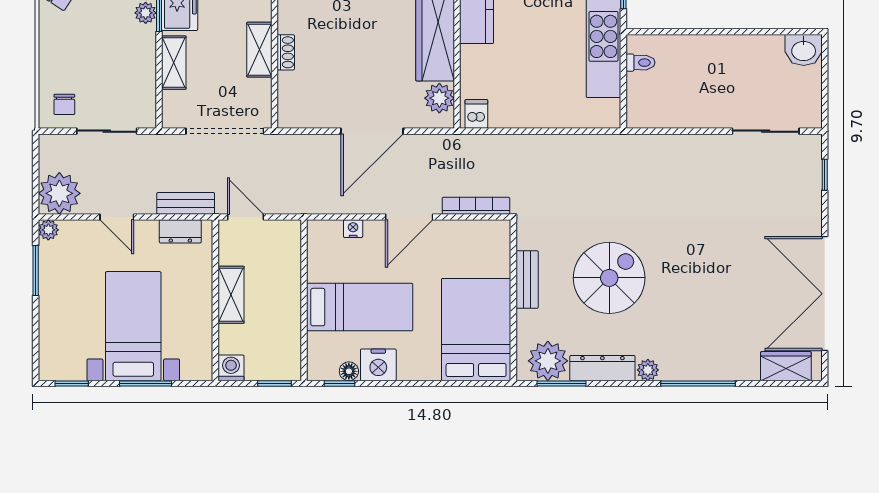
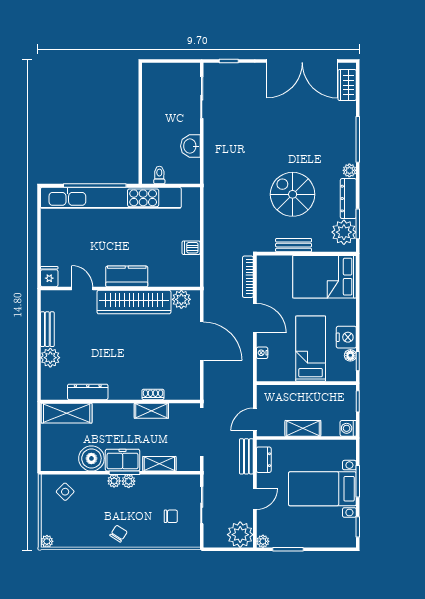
washbasin: (804, 50) -> (190, 146), moved, turned 180
chair: (64, 104) -> (171, 516), moved
dishwasher: (476, 114) -> (191, 248), moved

